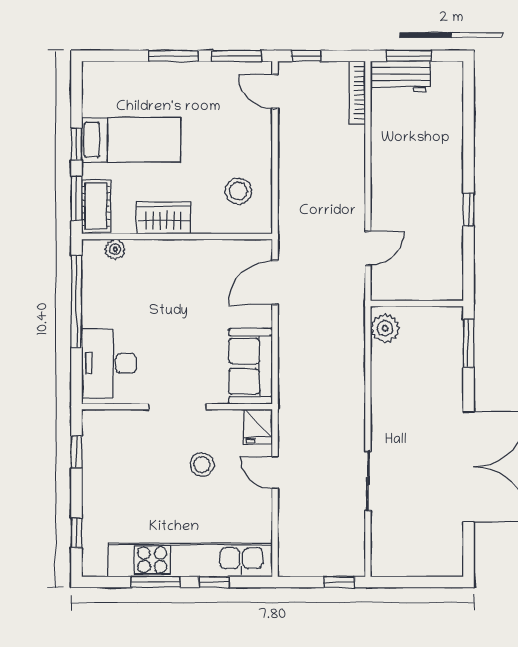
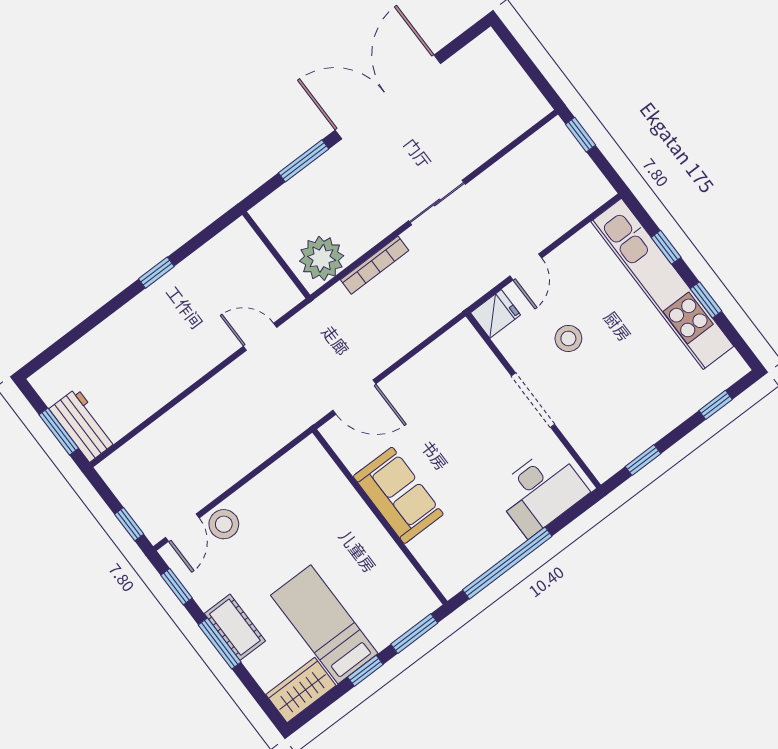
window: (237, 56) -> (176, 587), width x0.67
bookcase: (357, 93) -> (375, 265), moved
stool: (238, 191) -> (224, 524), moved
cot: (96, 206) -> (235, 627), moved, turned 90
wardrobe: (163, 218) -> (301, 690), moved, turned 90
plant: (115, 249) -> (434, 564), removed
plant: (385, 328) -> (322, 258), width x1.36, depth x1.36
window: (468, 343) -> (304, 161), moved
sofa: (251, 366) -> (398, 495), moved, turned -90
sliding door: (368, 481) -> (437, 203), moved
window: (156, 582) -> (706, 300), width x0.67

